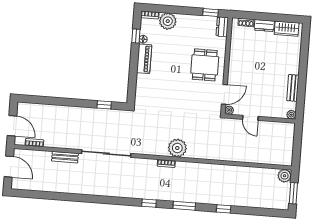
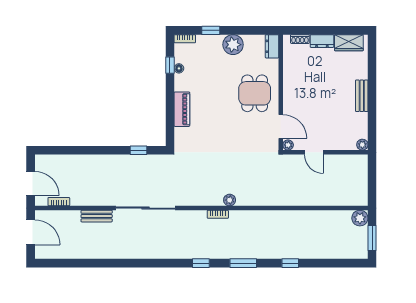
window: (210, 12) -> (211, 30), moved
plant: (168, 21) -> (233, 45), moved
piano: (144, 59) -> (182, 109), moved
bench: (293, 88) -> (362, 96), moved
door: (224, 94) -> (281, 127), hinge flipped
plant: (177, 148) -> (230, 200), width x0.53, depth x0.53

